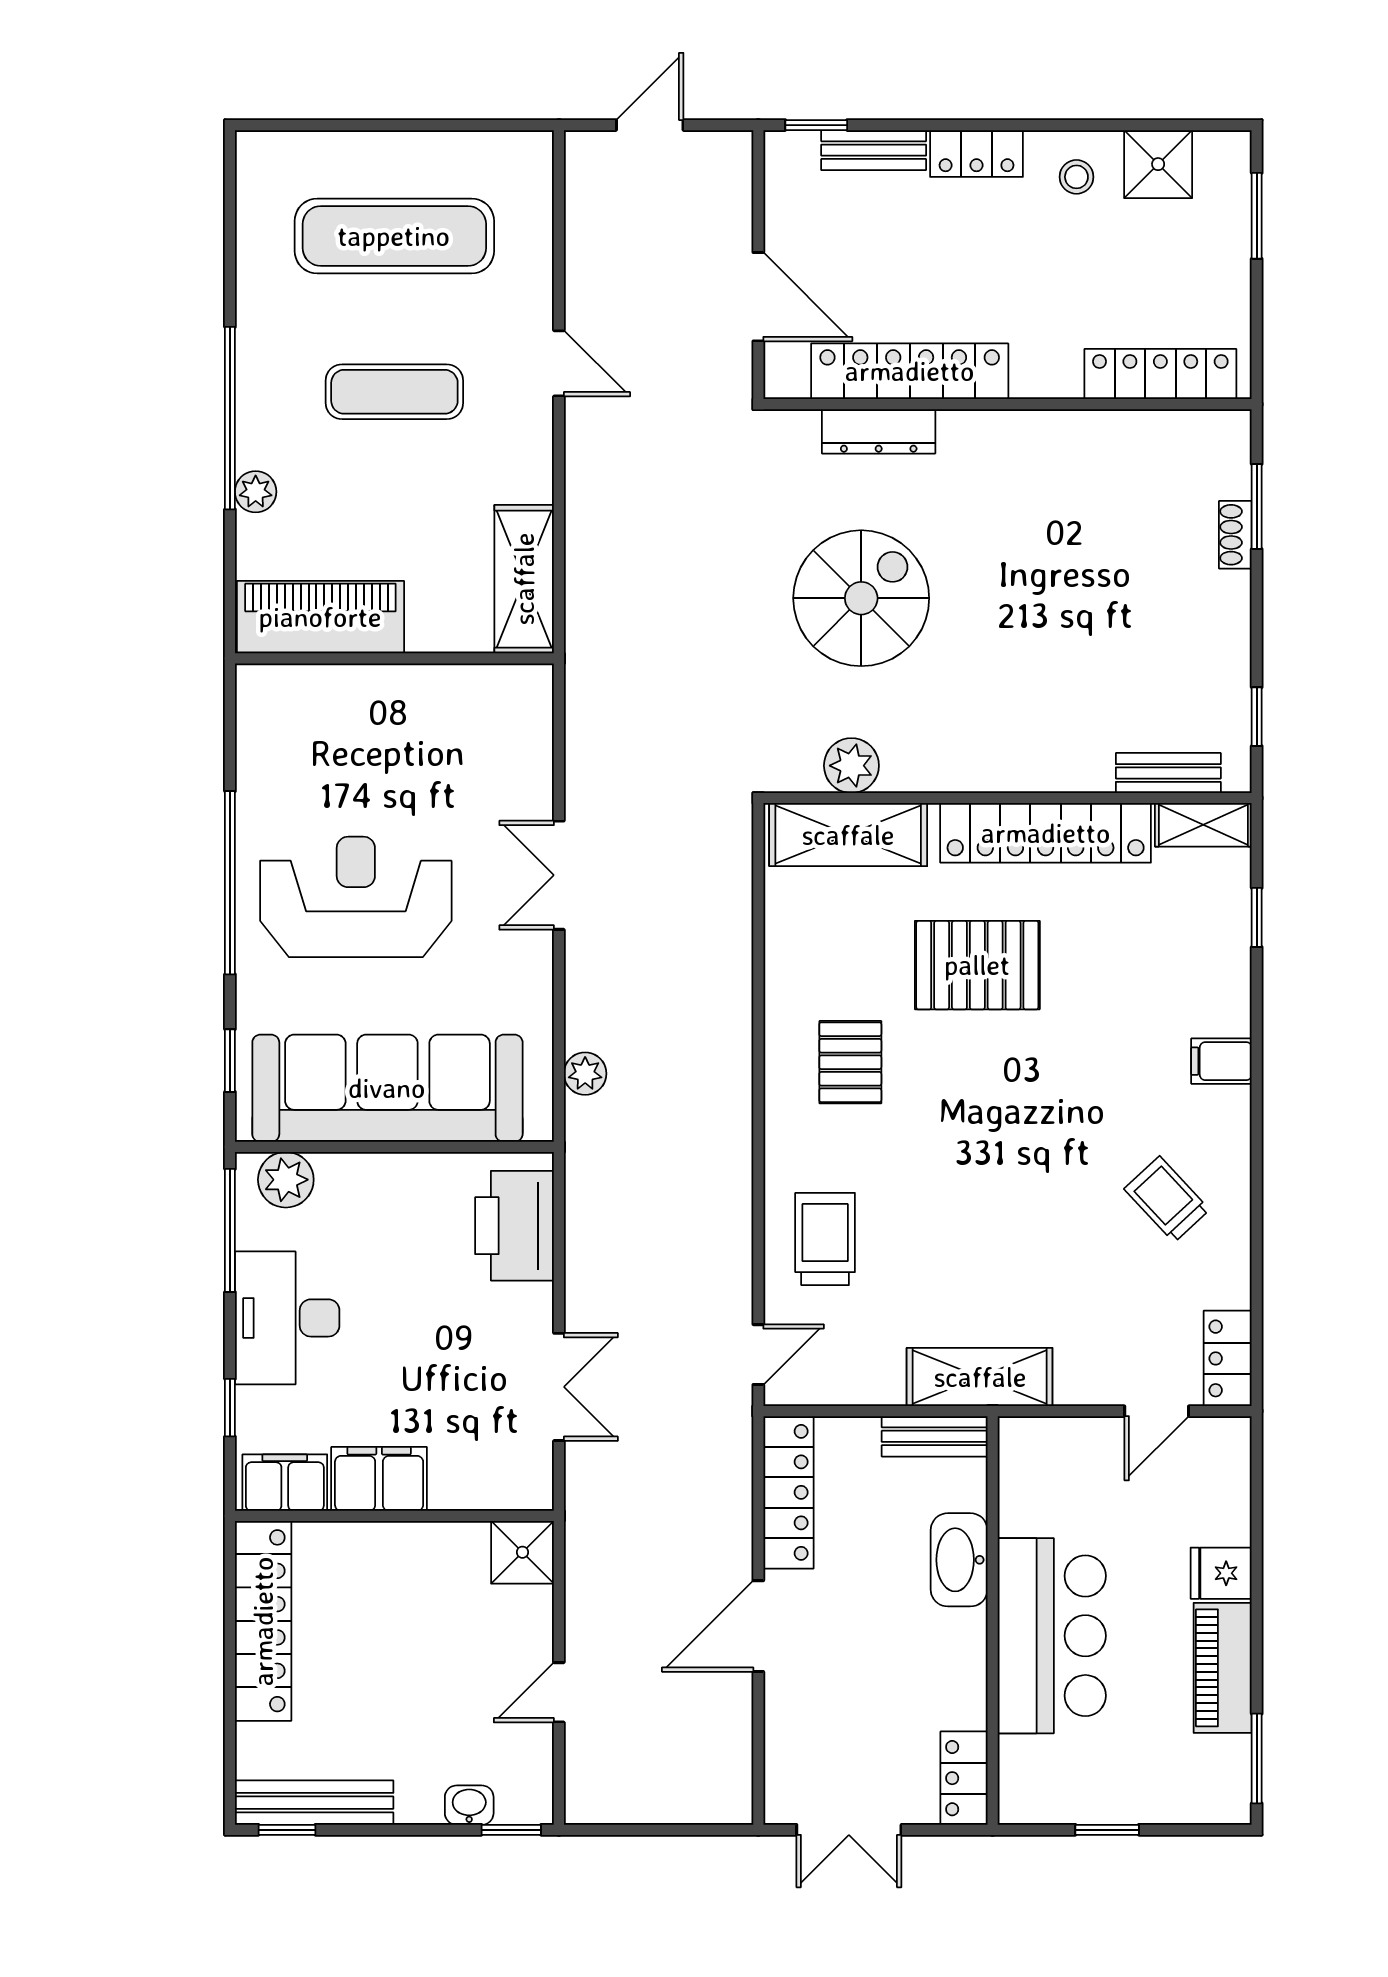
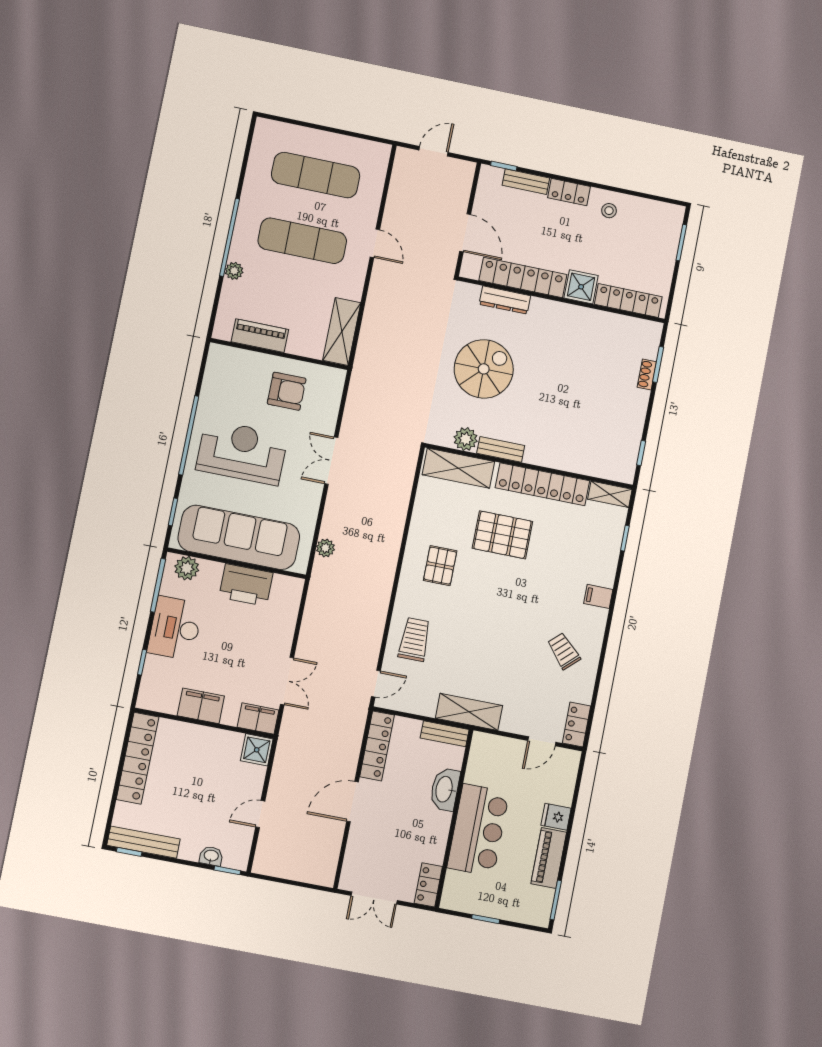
shower: (1158, 164) -> (581, 287), moved
exercise mat: (394, 392) -> (302, 241), width x1.36, depth x1.45
piano: (320, 617) -> (260, 336), width x0.73, depth x0.75
armchair: (428, 739) -> (287, 391), added
bench: (1168, 773) -> (501, 449), moved
printer: (514, 1226) -> (246, 585), moved, turned -90
filing cabinet: (285, 1483) -> (258, 719), moved

